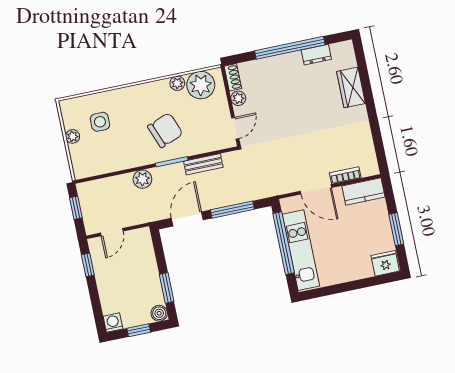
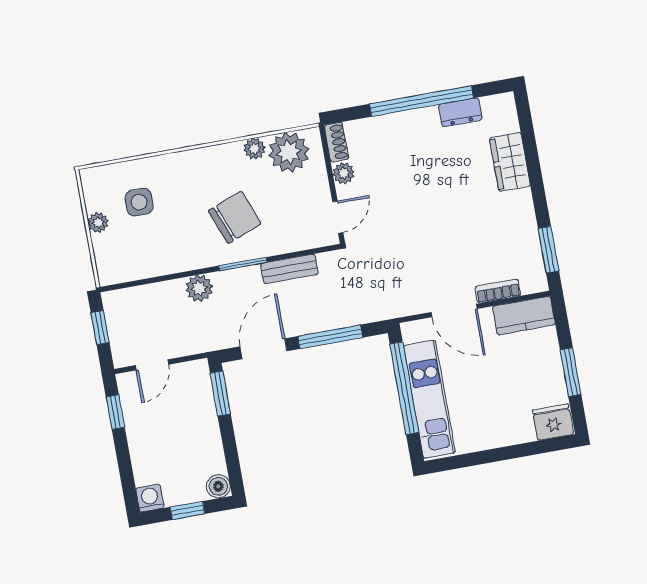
window: (379, 146) -> (549, 250), added
window: (167, 288) -> (220, 394), moved

